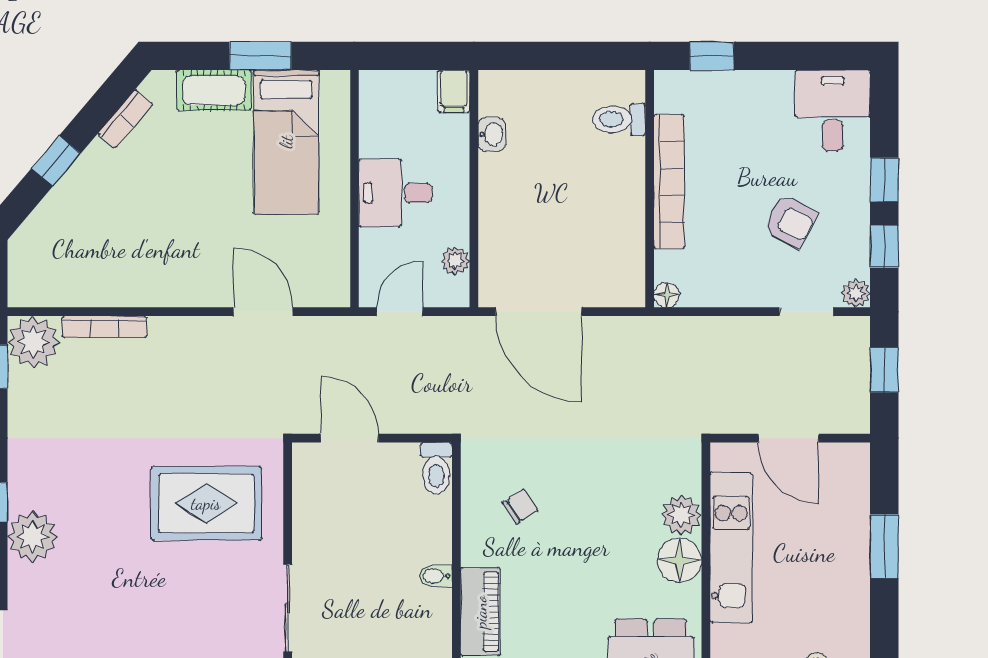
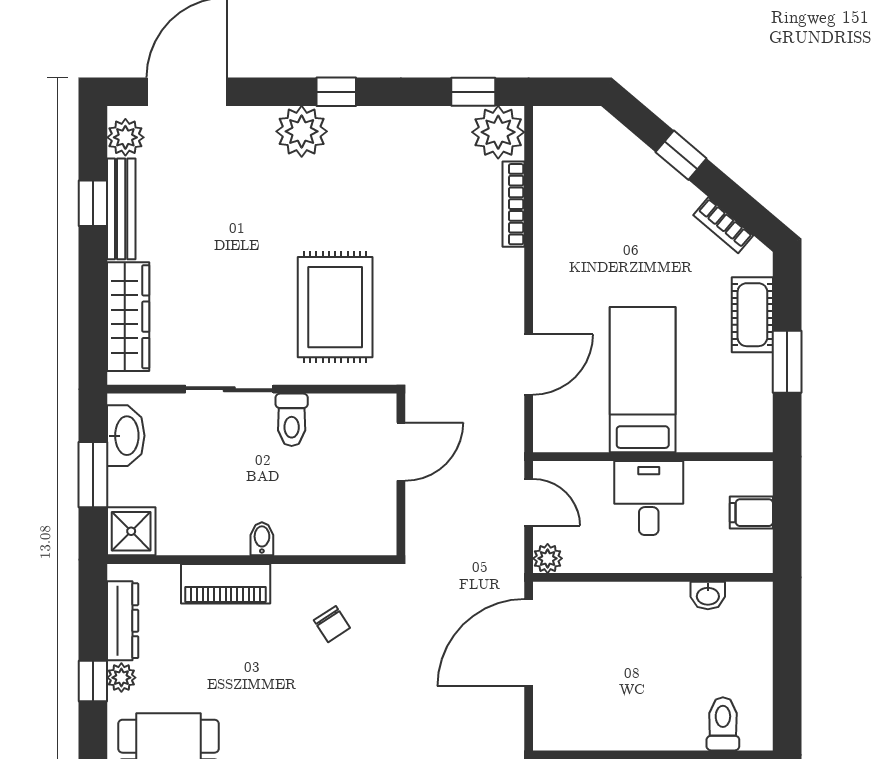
filing cabinet: (454, 91) -> (751, 513), moved
bed: (286, 142) -> (643, 380), moved, turned 90
plant: (455, 261) -> (548, 558), moved
toilet: (436, 468) -> (292, 420), moved, turned -90

